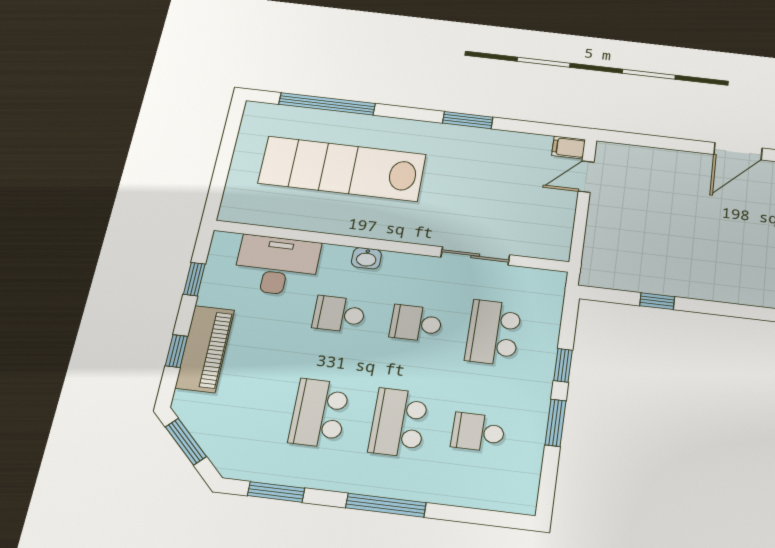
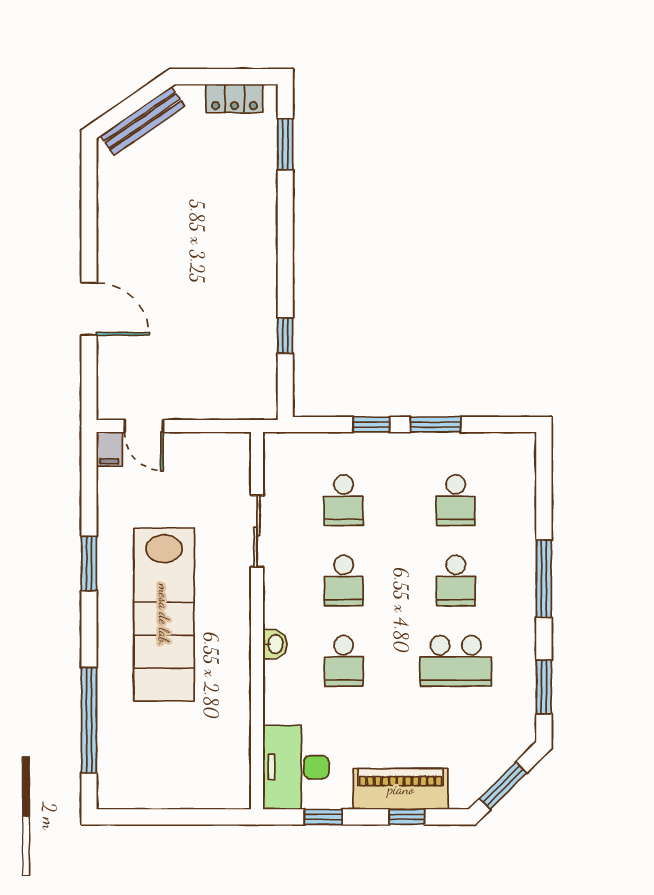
door: (738, 151) -> (89, 309), moved
lab bench: (342, 169) -> (164, 615), moved
desk: (277, 265) -> (296, 767), moved
school desk: (493, 332) -> (344, 500), width x0.54
school desk: (398, 423) -> (456, 581), width x0.54

